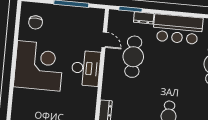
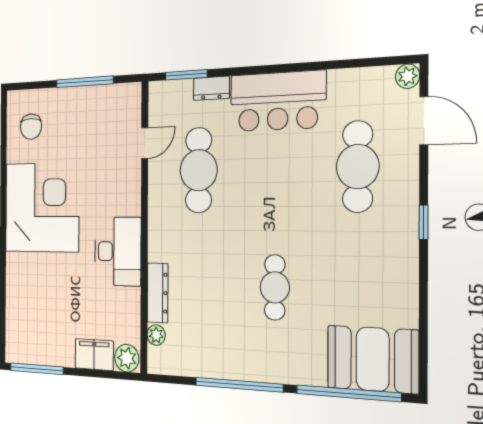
door: (104, 40) -> (145, 143), hinge flipped
desk: (86, 68) -> (118, 251), moved

